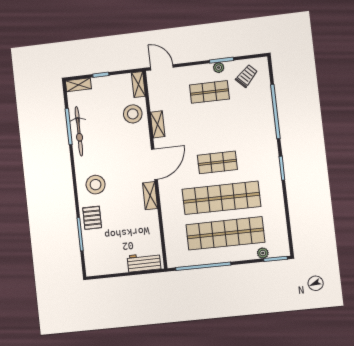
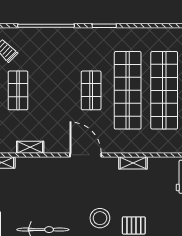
stool: (133, 114) -> (31, 172), removed
shelving: (158, 124) -> (30, 147), moved
shelving: (150, 196) -> (133, 163), moved

